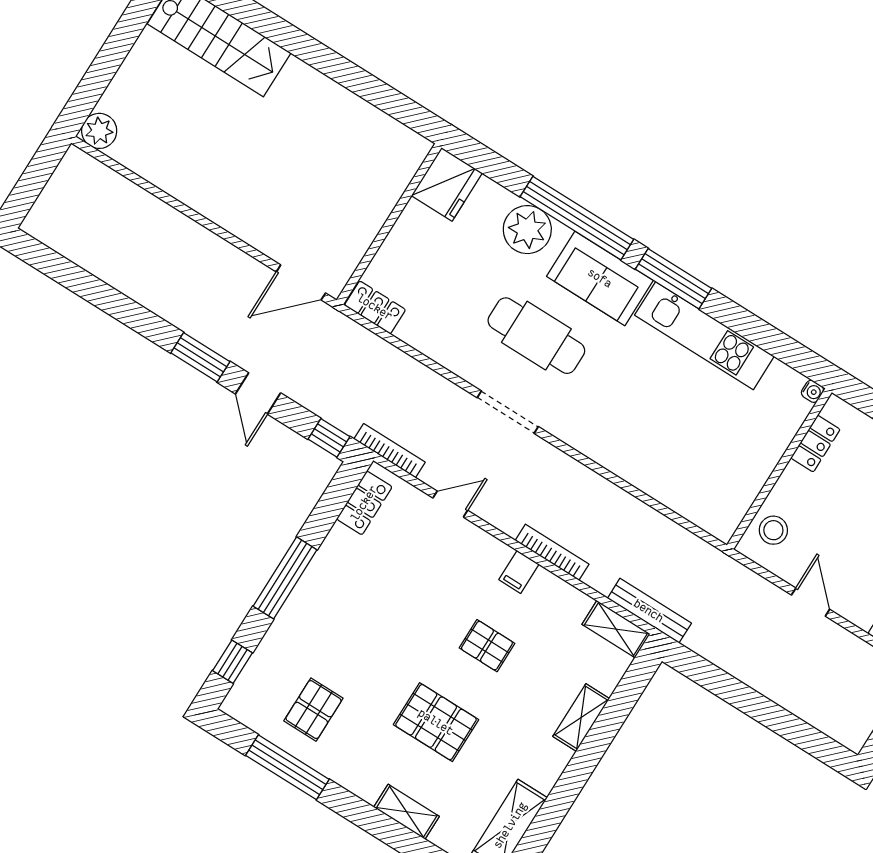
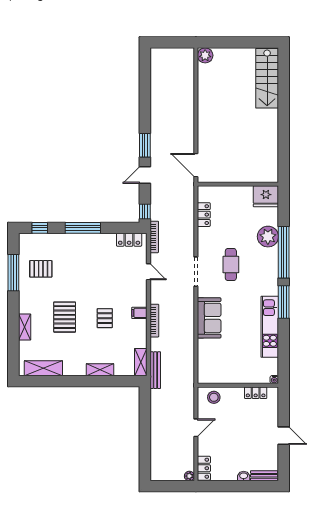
sofa: (600, 278) -> (209, 318), moved, turned 180
locker: (375, 307) -> (204, 215), moved
cafe table: (536, 336) -> (231, 265), width x0.73, depth x0.74

